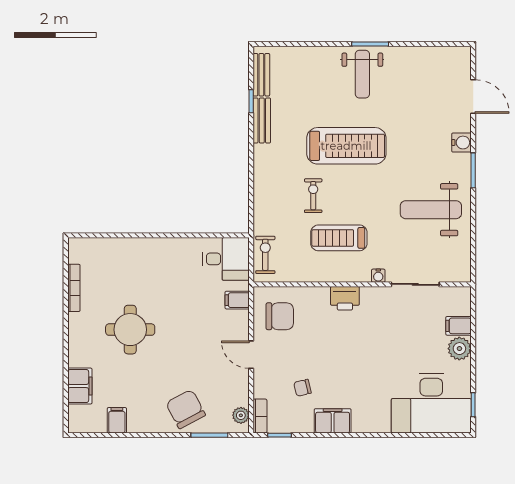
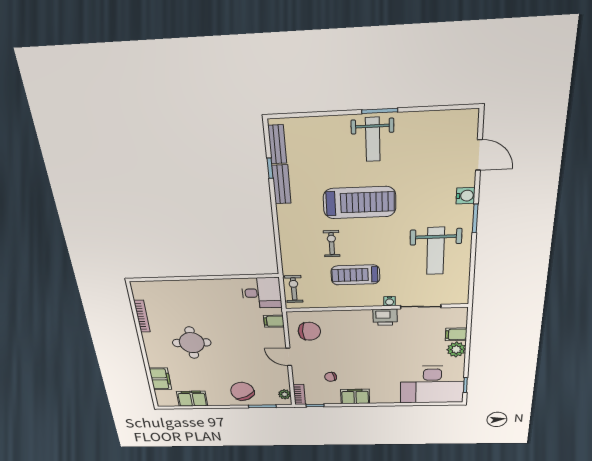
weight bench: (431, 210) -> (436, 251), turned -90
printer: (345, 298) -> (385, 317), moved
filing cabinet: (117, 420) -> (192, 399), width x2.00

